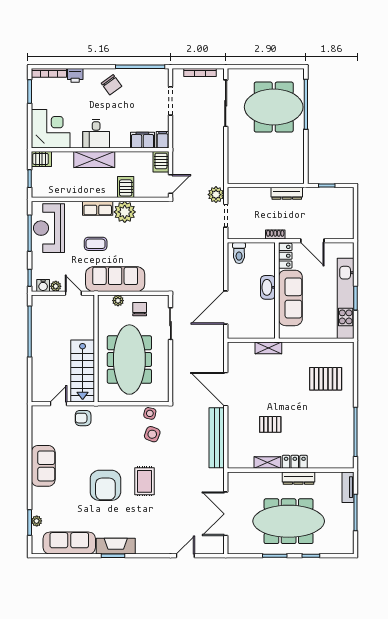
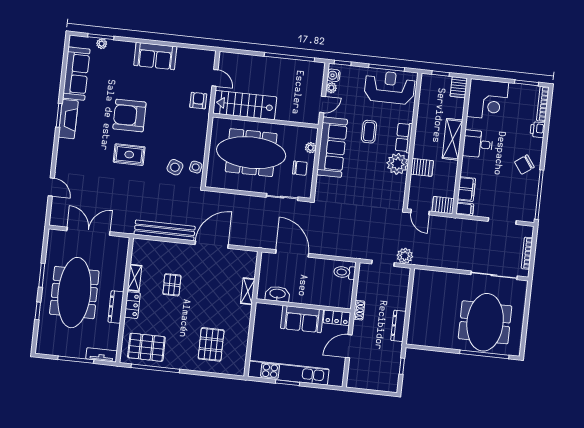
washbasin: (268, 287) -> (277, 294), moved
sofa: (290, 298) -> (302, 319), width x0.73
pallet: (335, 443) -> (146, 347), added

